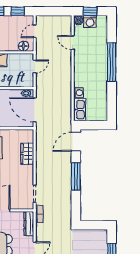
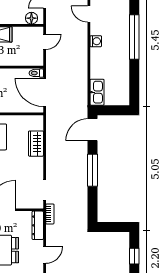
washing machine: (79, 93) -> (96, 41), moved

